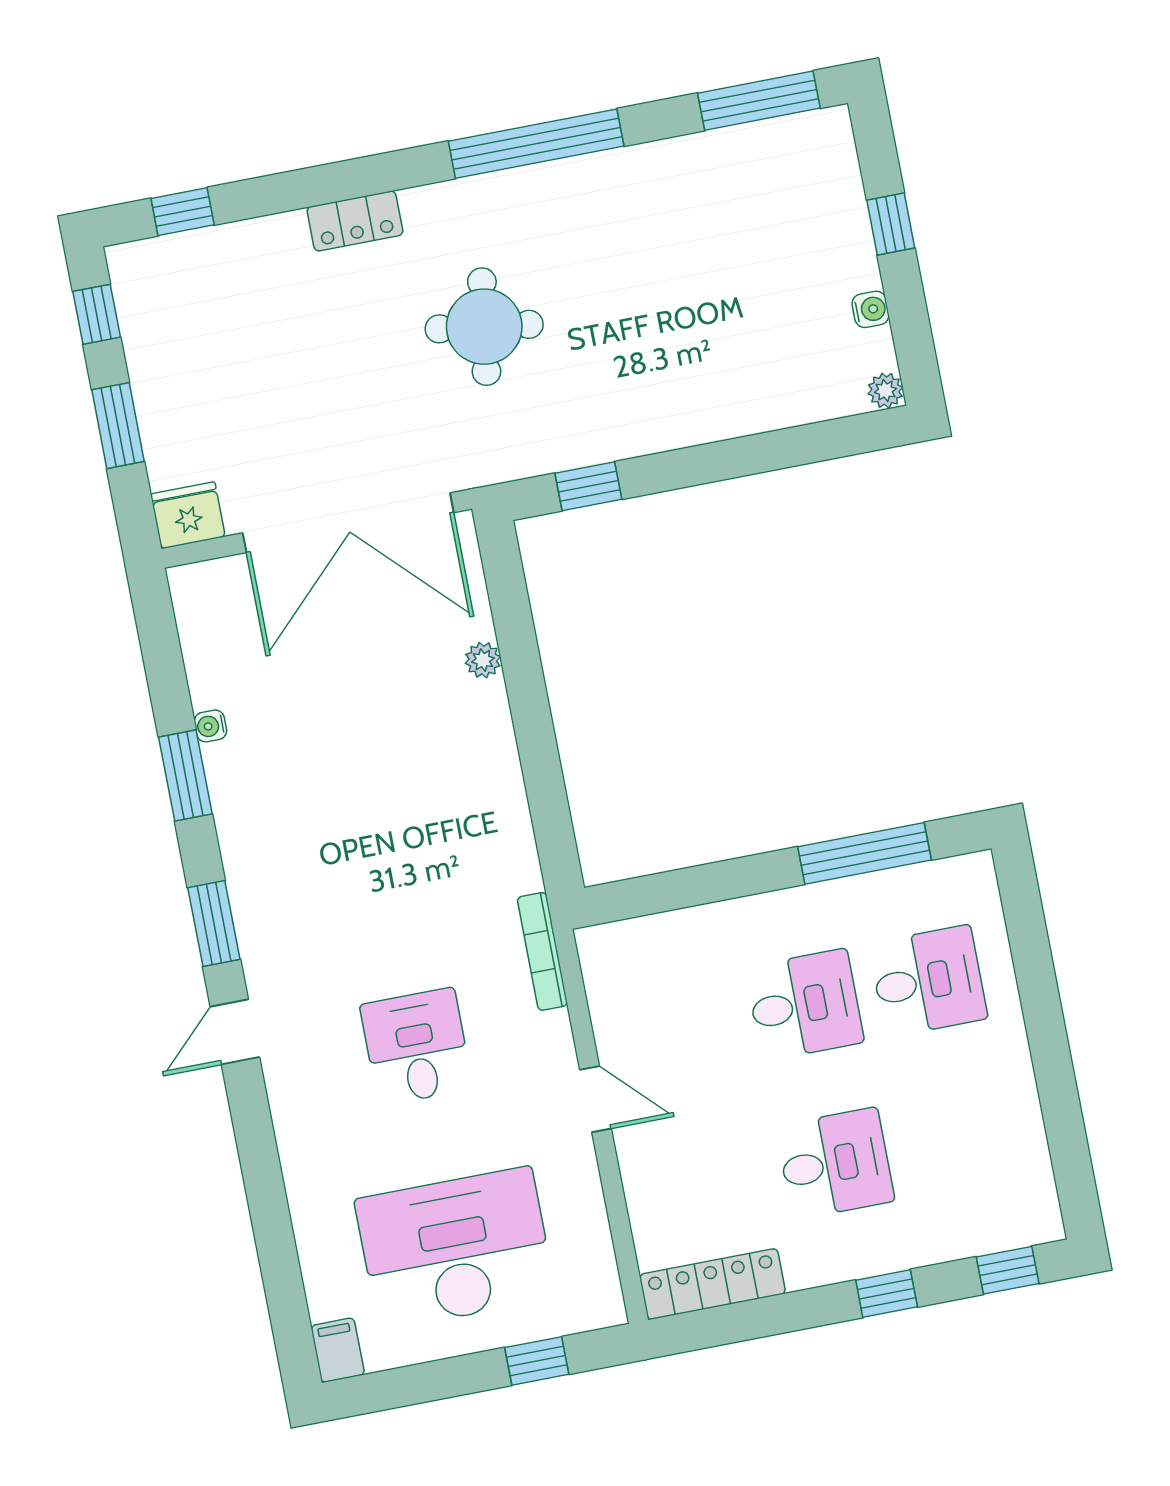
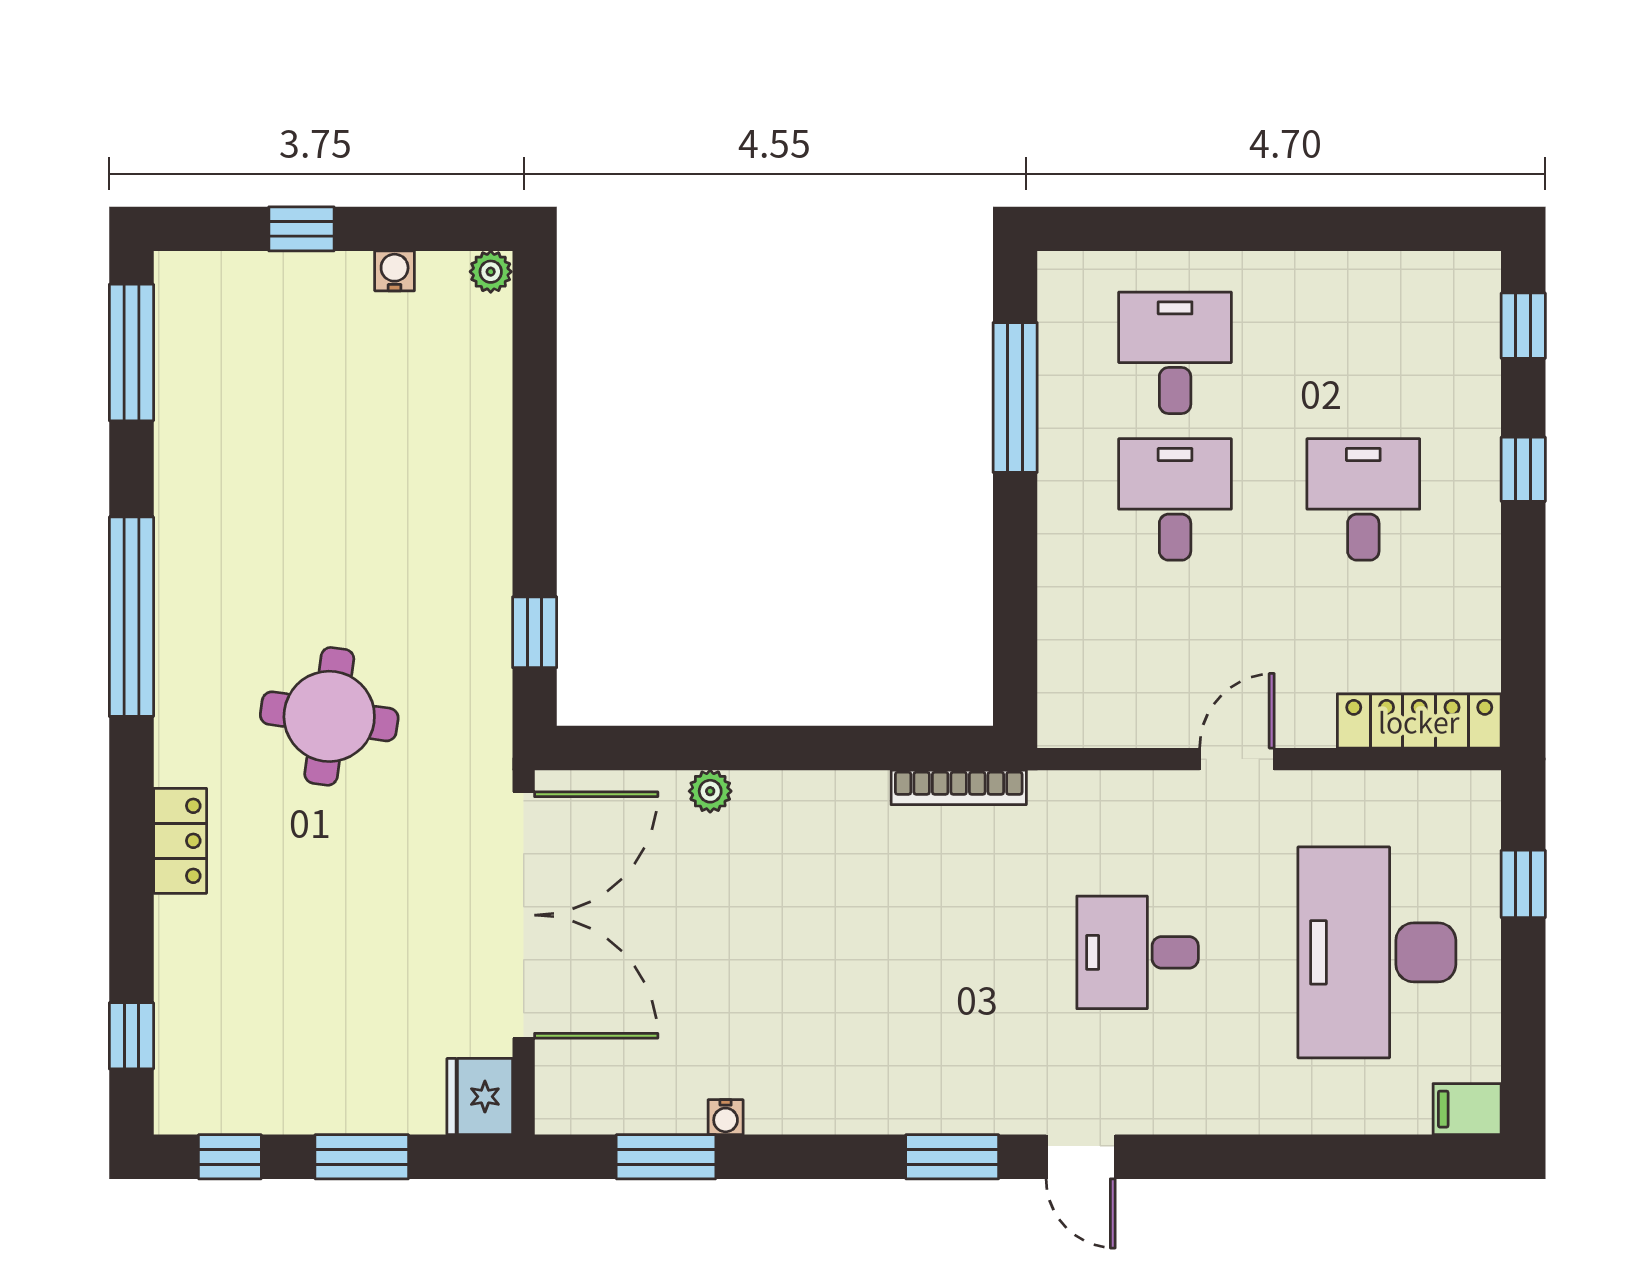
window: (185, 776) -> (666, 1157), moved
bookcase: (542, 951) -> (959, 787), moved
locker: (712, 1284) -> (1419, 721), moved, turned 90

